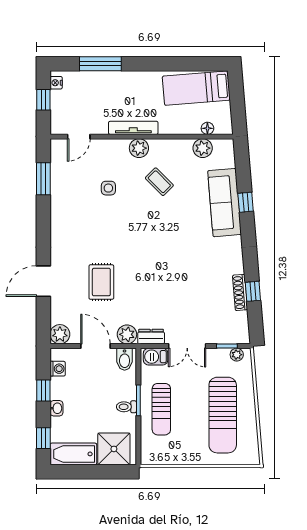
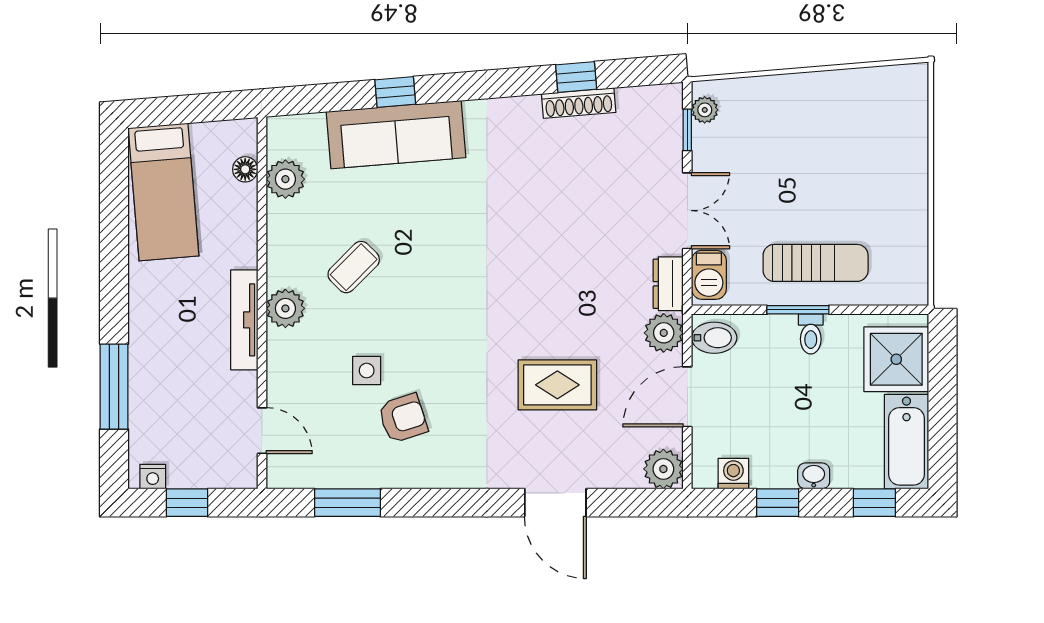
armchair: (85, 206) -> (403, 418), added
sun lounger: (223, 415) -> (828, 138), removed

